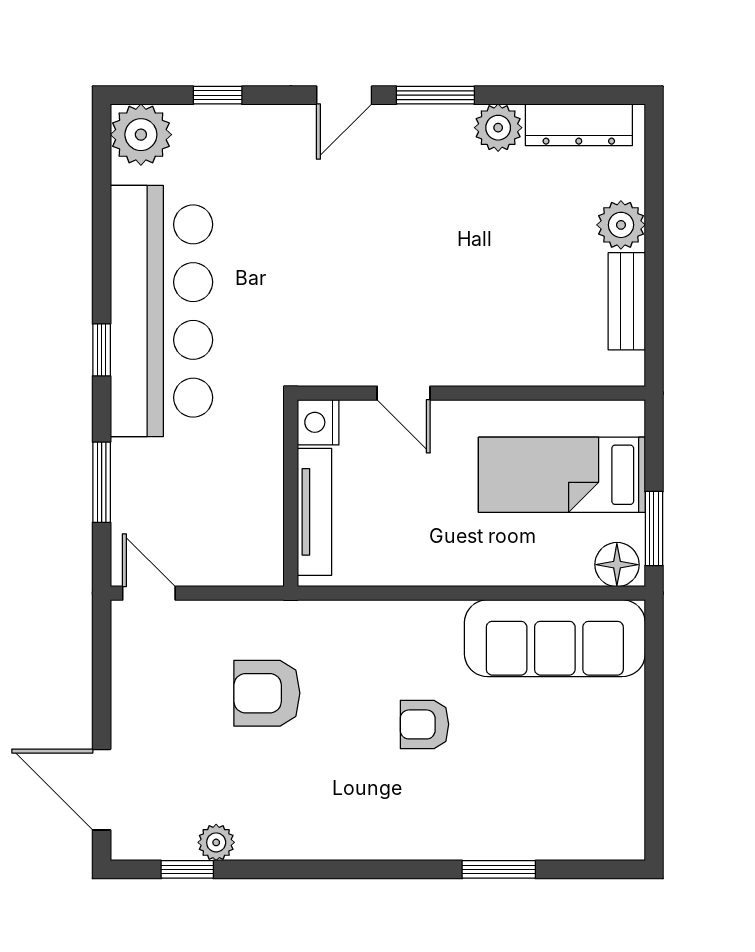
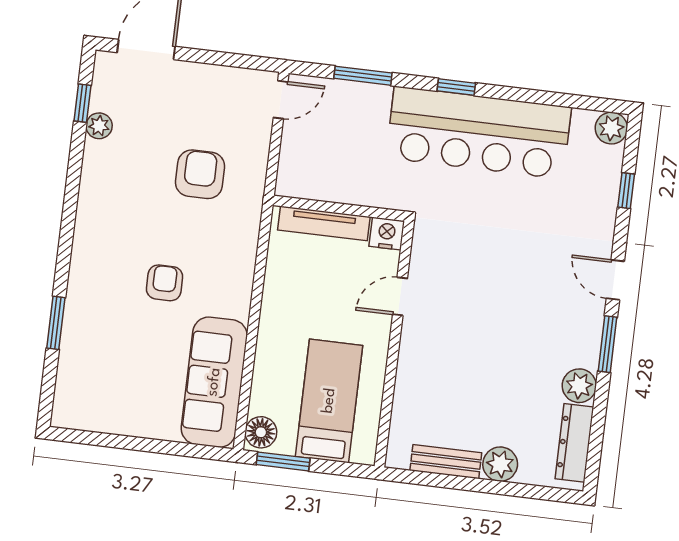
plant: (141, 135) -> (611, 128), width x0.73, depth x0.73

